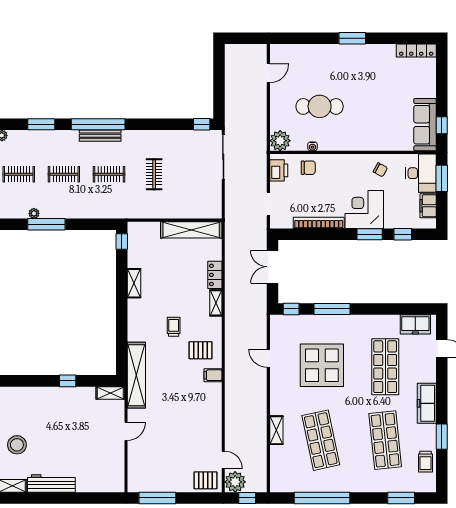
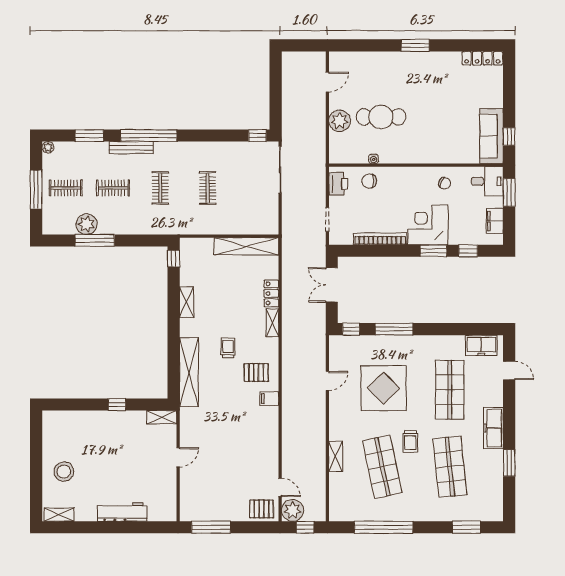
bench: (100, 136) -> (131, 148), moved
plant: (280, 141) -> (340, 121), moved
chair: (308, 168) -> (369, 181), turned 180
desk: (421, 173) -> (487, 181), width x0.73
clothes rail: (109, 174) -> (160, 188), turned 90
plant: (34, 213) -> (87, 224), width x1.87, depth x1.87
door: (268, 358) -> (327, 381), swing flipped
shelving: (136, 375) -> (189, 372), moved
trolley: (426, 462) -> (410, 441), moved
workbench: (51, 483) -> (122, 512), moved

